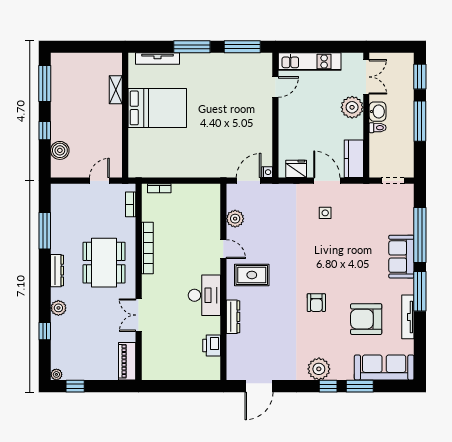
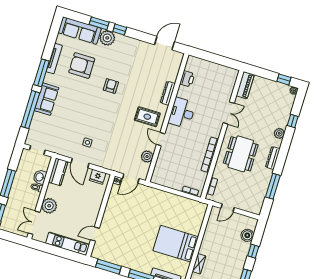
washbasin: (378, 112) -> (40, 177), moved
armchair: (366, 319) -> (82, 65), turned 180
plant: (319, 369) -> (107, 38), moved

